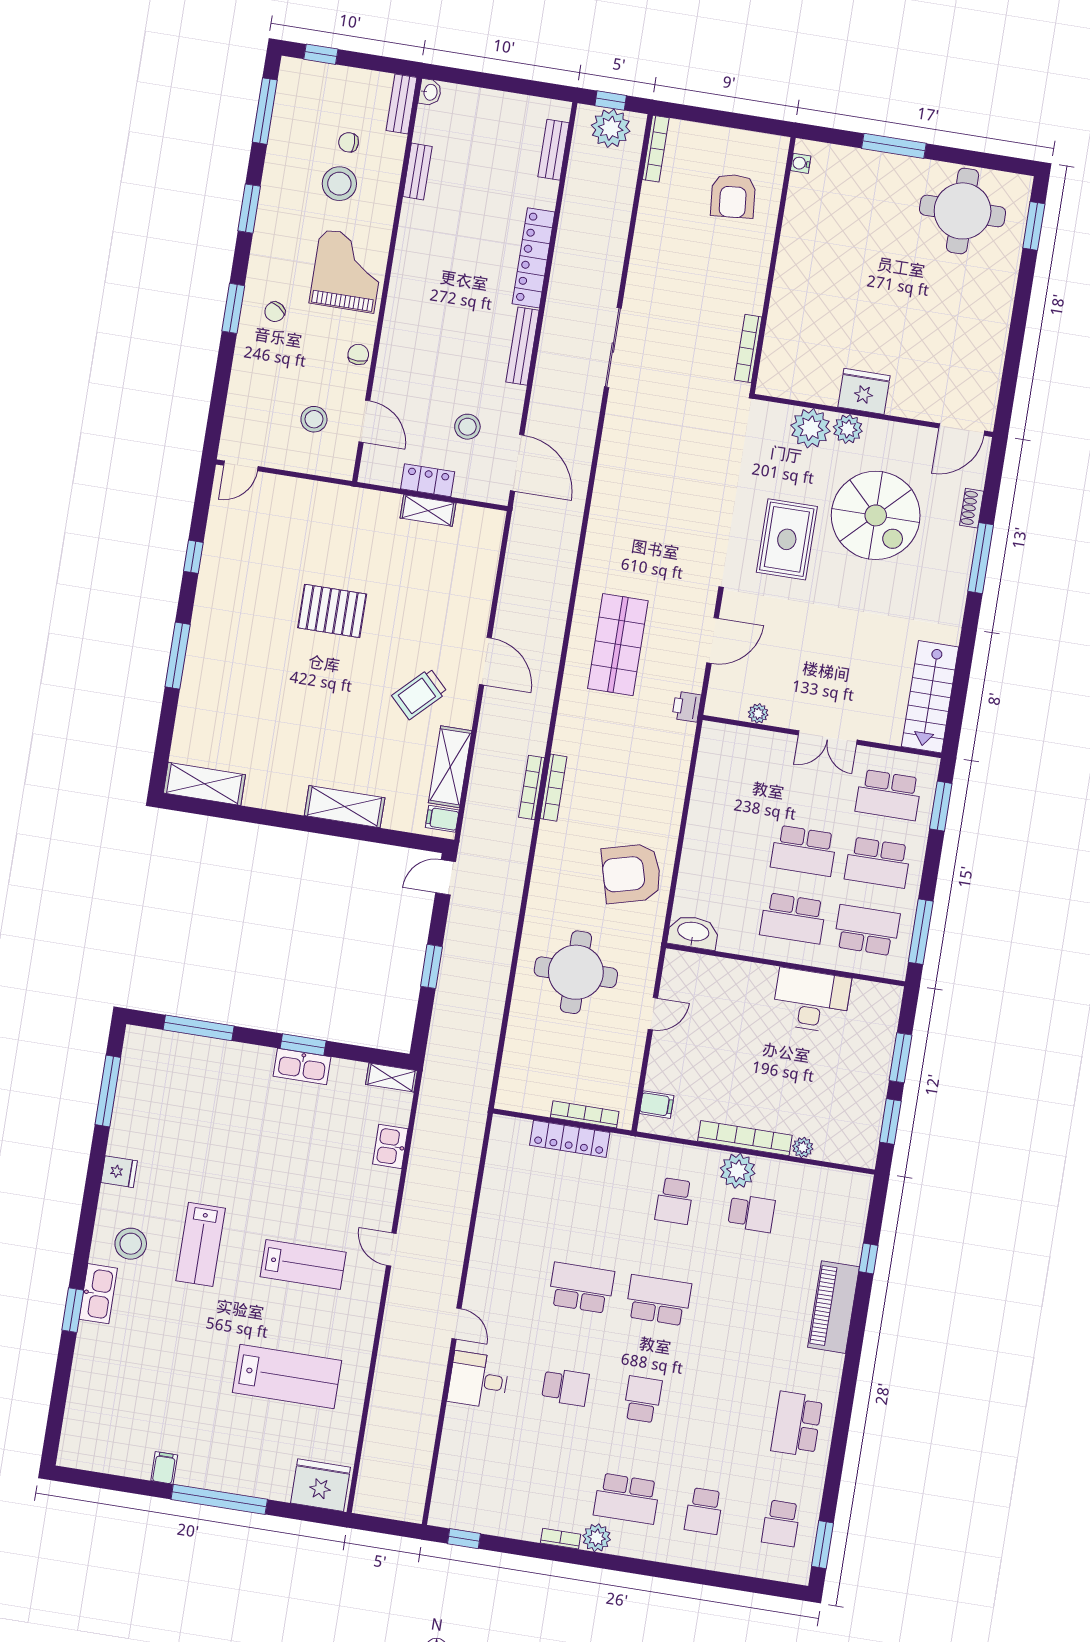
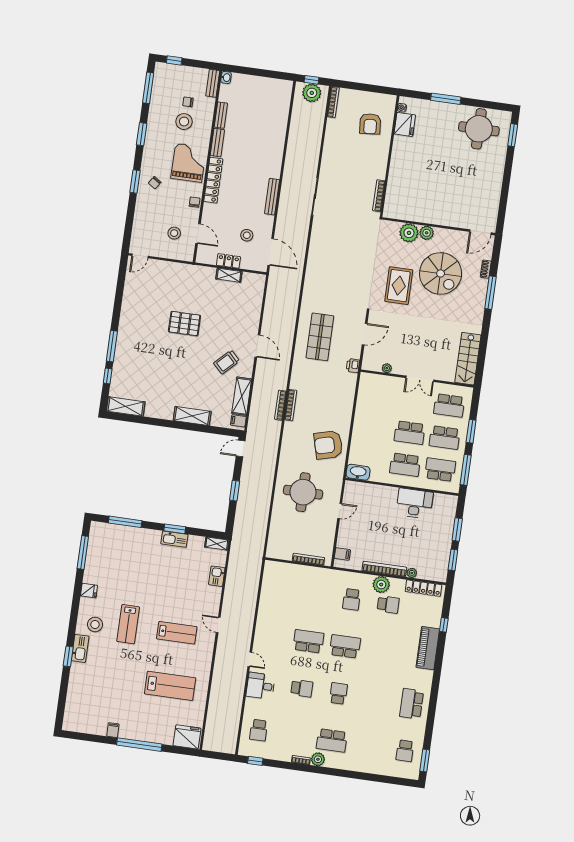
bench: (553, 150) -> (217, 143), moved
locker: (534, 258) -> (213, 180), moved, turned 180
fridge: (864, 391) -> (405, 124), moved, turned 90
window: (193, 557) -> (108, 376), moved
window: (941, 806) -> (471, 431), moved
locker: (570, 1139) -> (423, 588), moved
school desk: (704, 1511) -> (259, 730), moved

